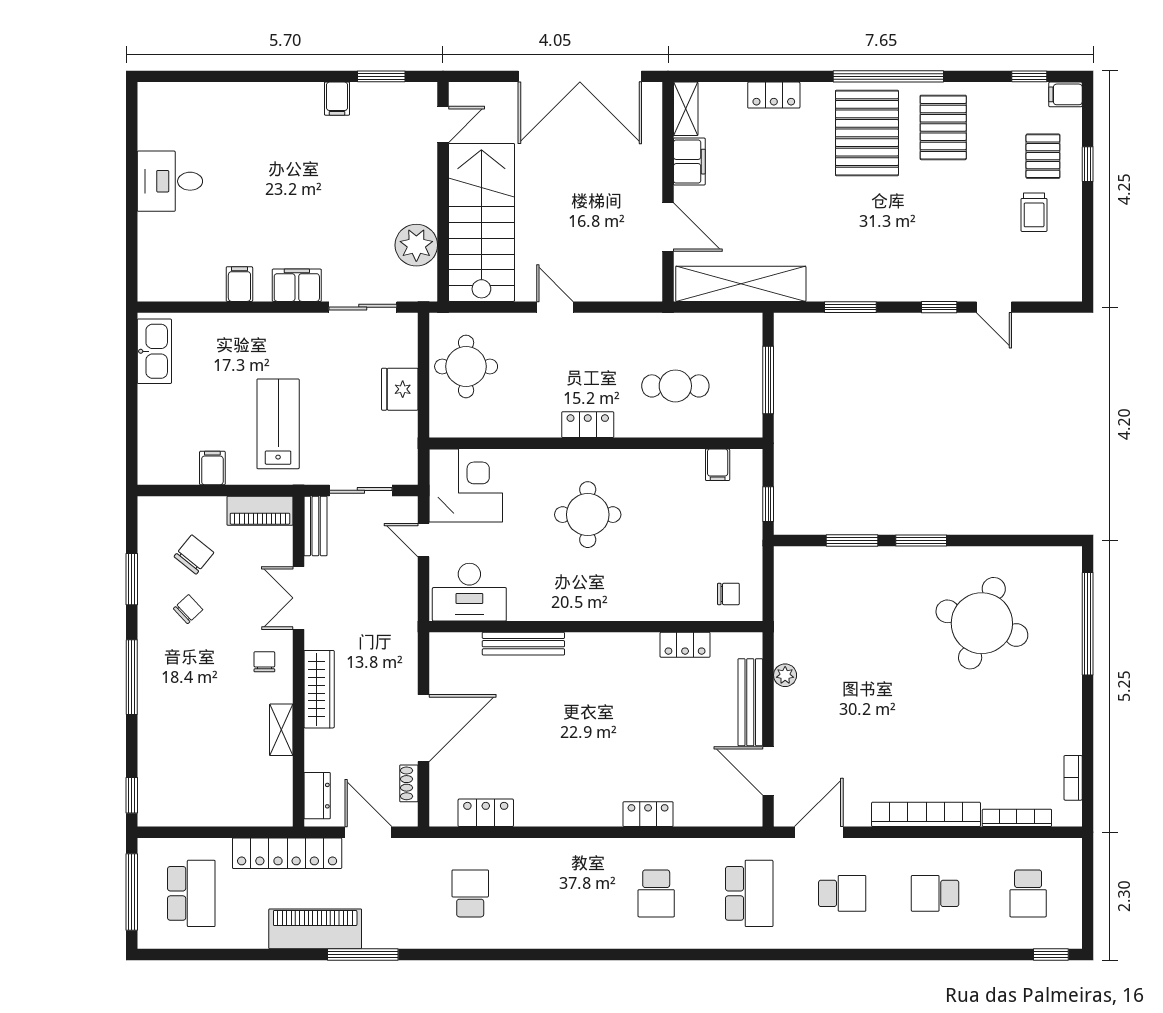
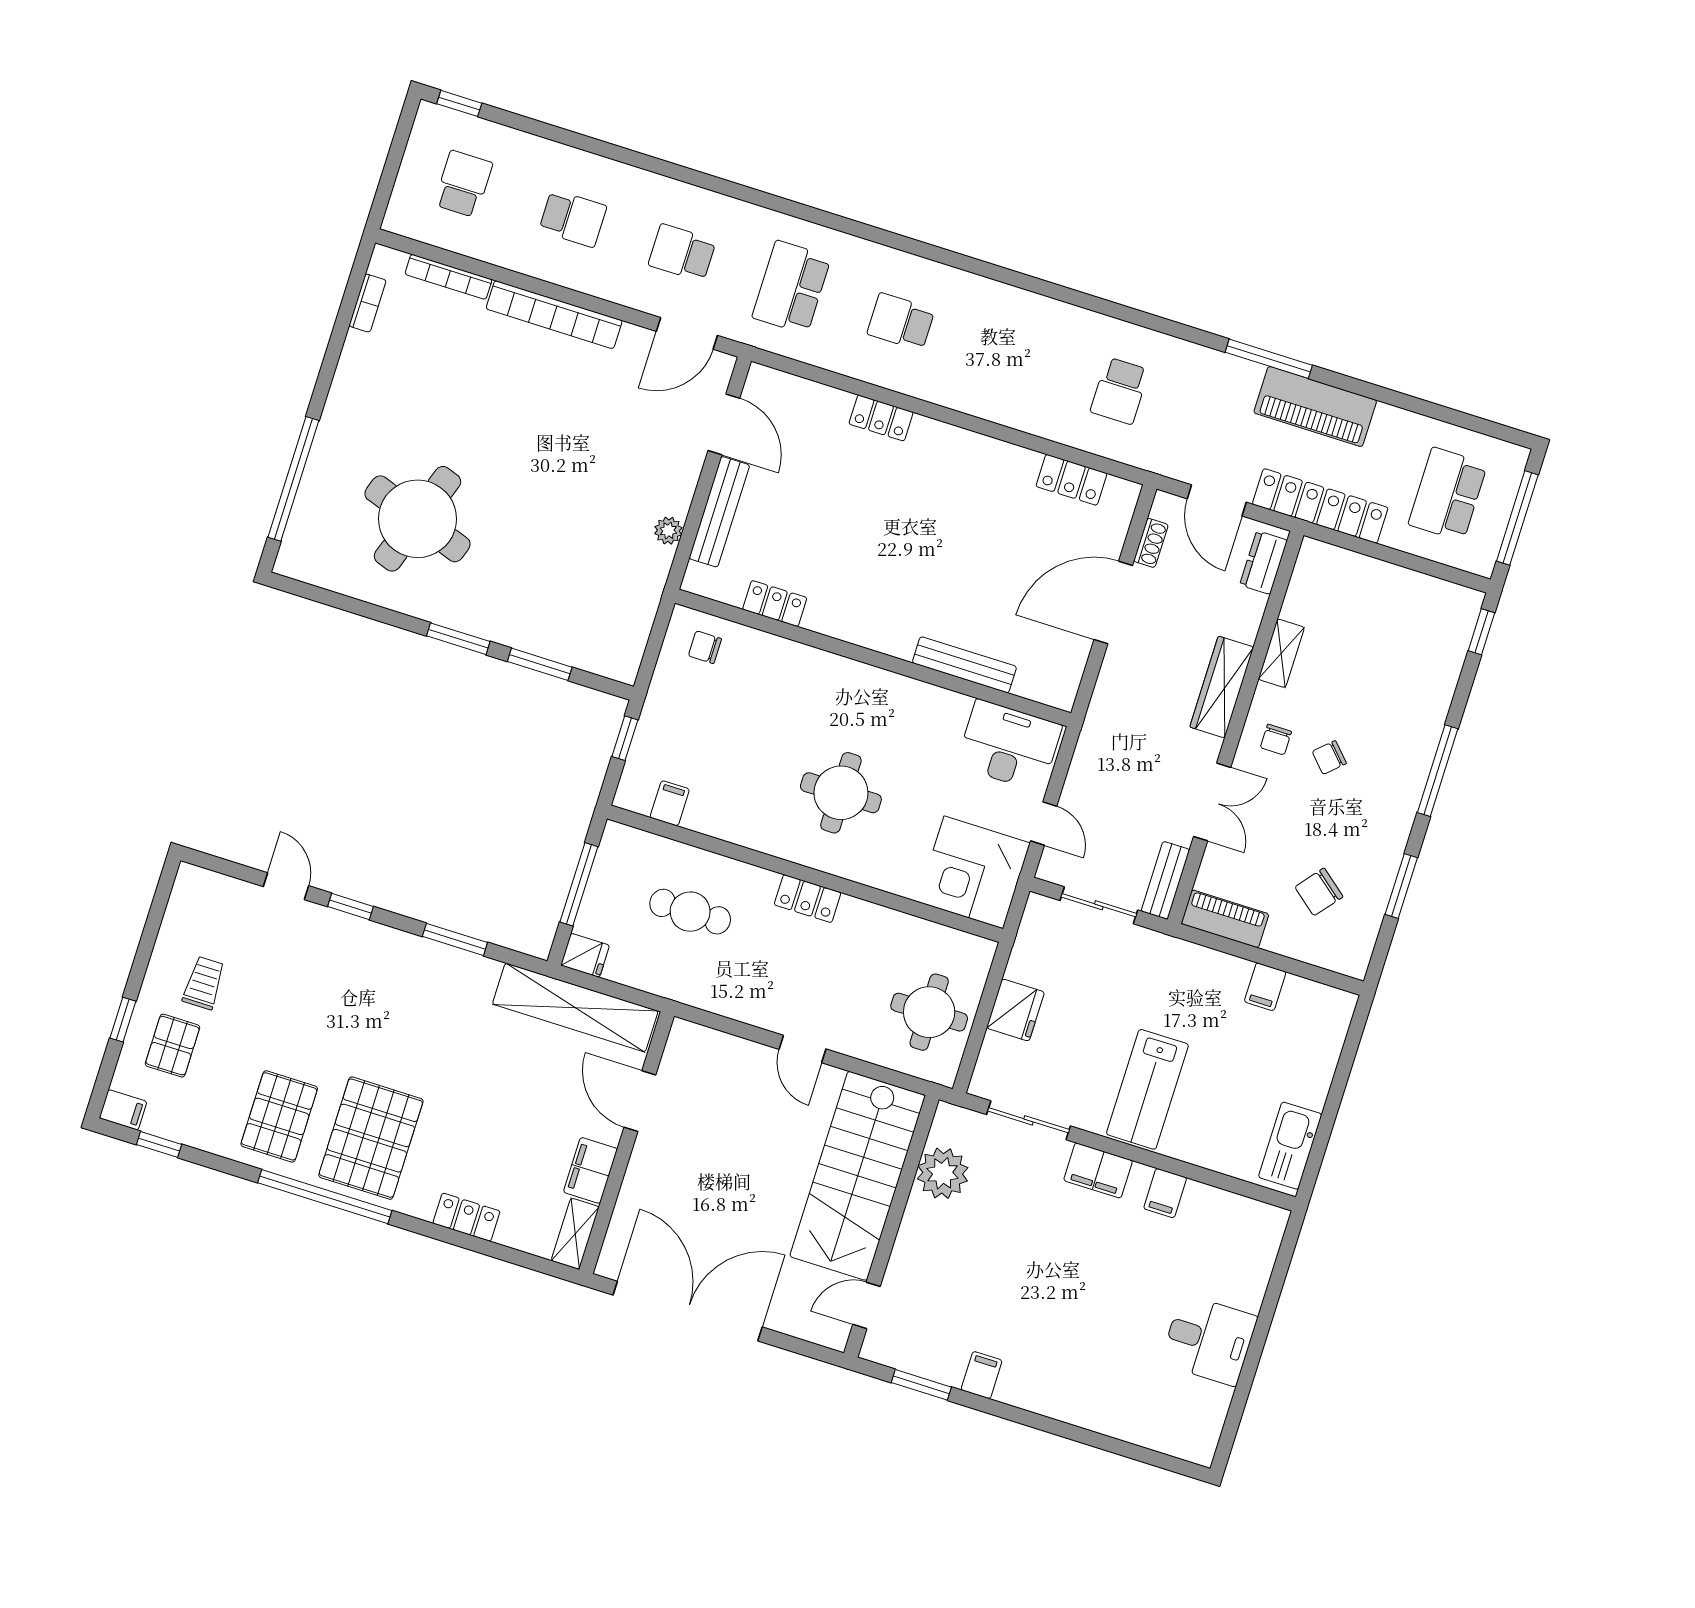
fridge: (746, 327) -> (585, 955), added
lab bench: (278, 424) -> (1147, 1089), moved
chair: (188, 609) -> (1329, 757), moved
school desk: (656, 893) -> (901, 322), turned -90

